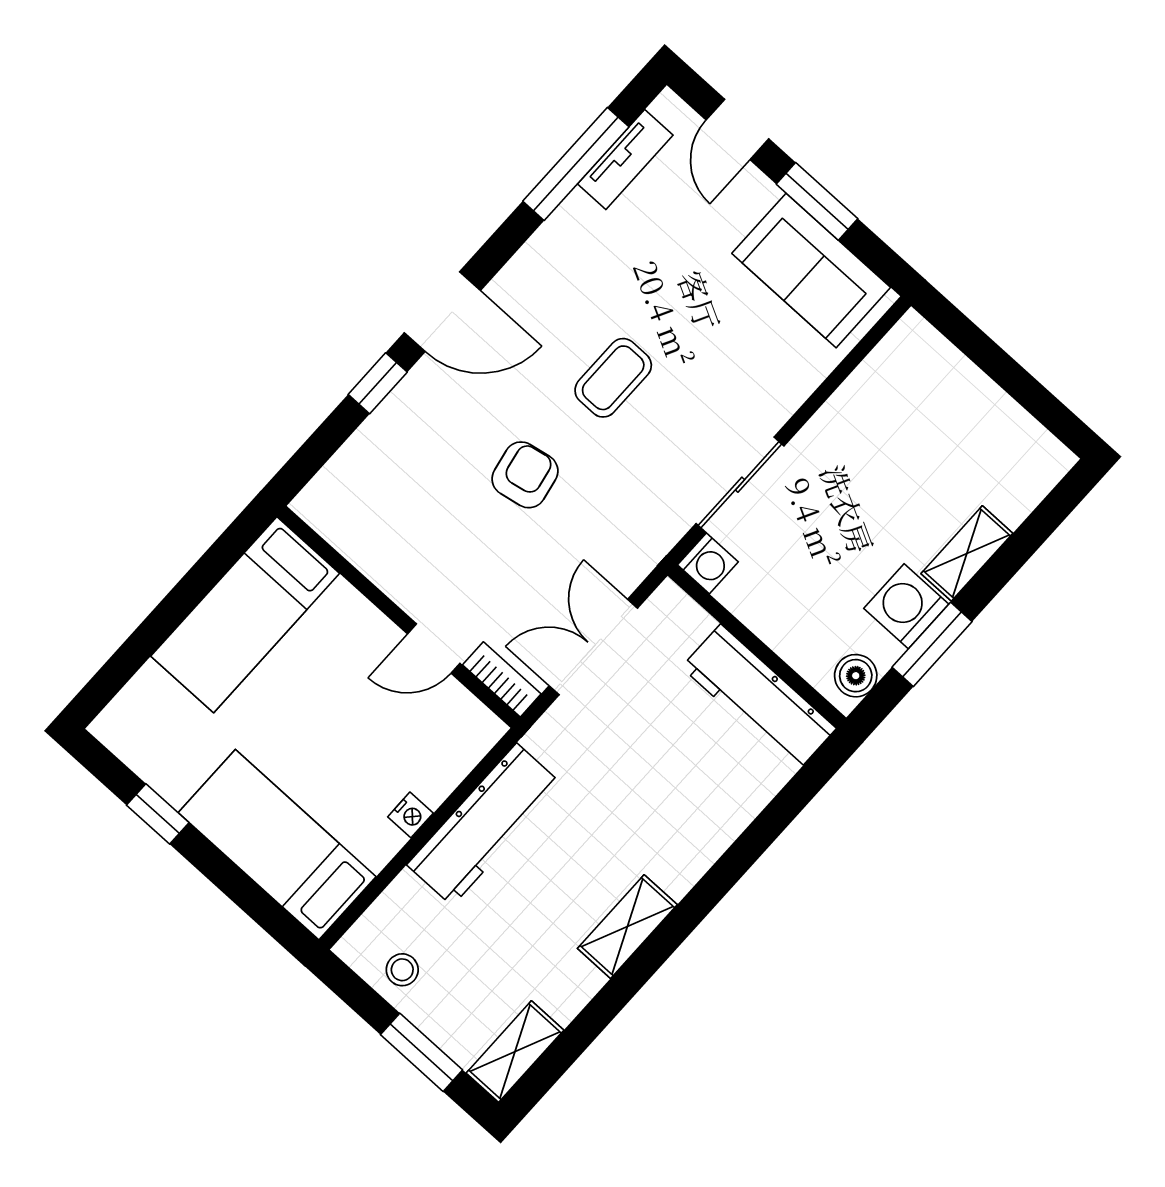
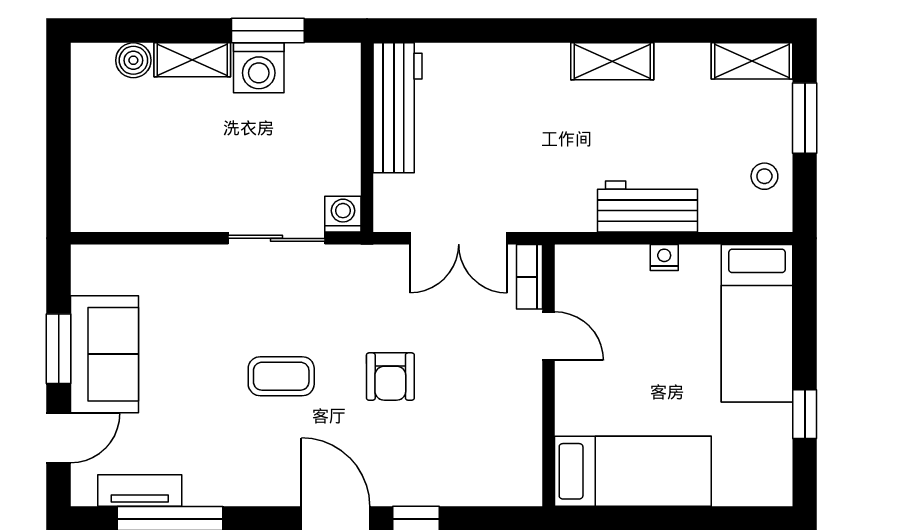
sofa: (811, 270) -> (104, 354), moved
armchair: (525, 475) -> (390, 377), turned -79
boiler: (856, 676) -> (133, 60), moved
workbench: (484, 824) -> (648, 207), width x0.73

